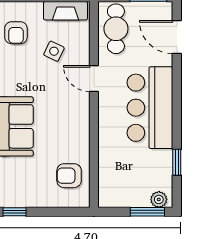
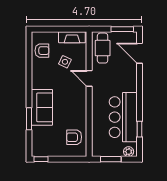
armchair: (16, 33) -> (42, 51), turned -90
bar counter: (150, 108) -> (123, 117), moved
window: (147, 212) -> (111, 159), moved

